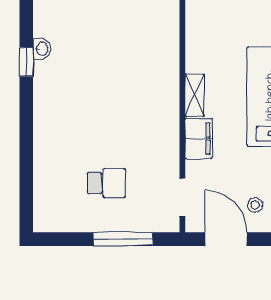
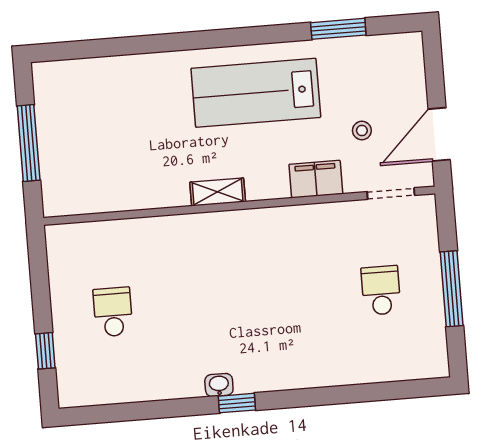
shelving: (195, 95) -> (218, 192), moved
stool: (255, 205) -> (362, 131), moved
window: (123, 239) -> (452, 289), moved

